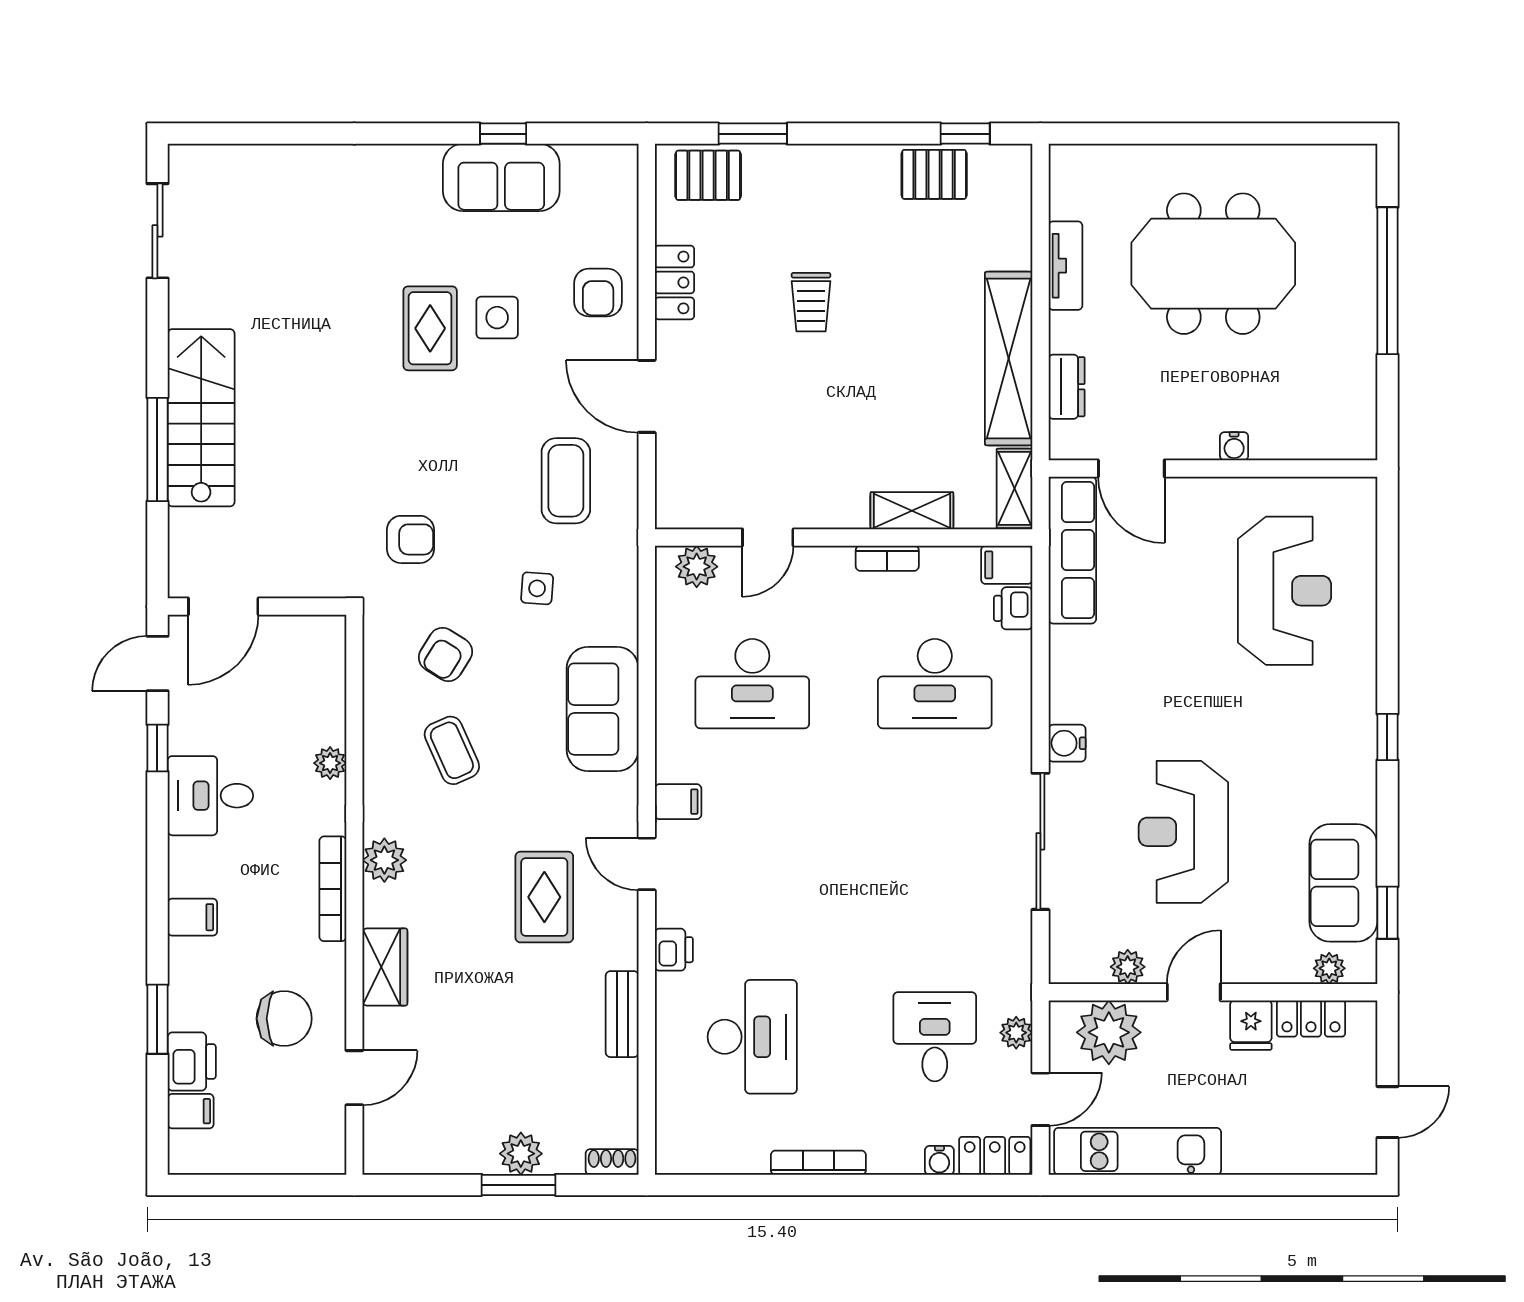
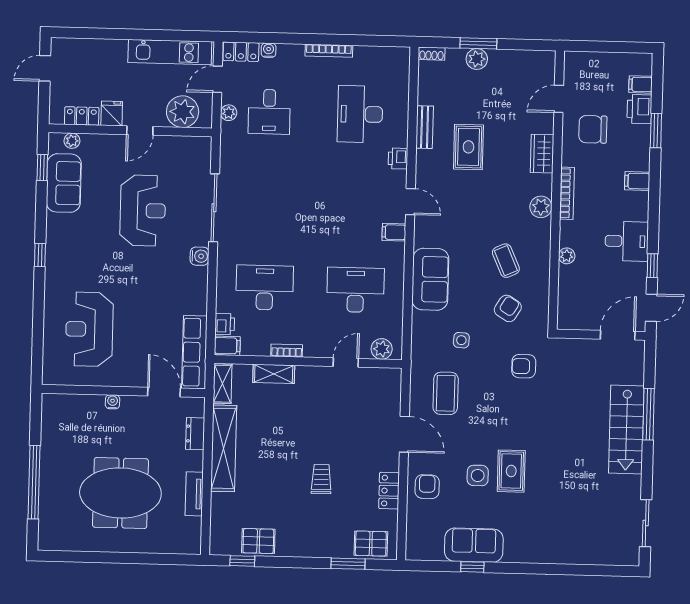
rug: (544, 897) -> (468, 147), moved
plant: (1128, 967) -> (172, 144), removed

